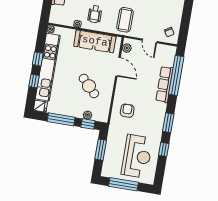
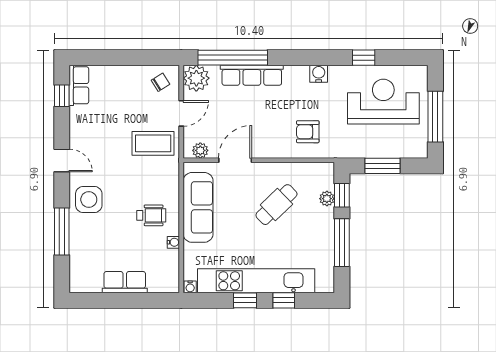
coffee table: (125, 20) -> (153, 143), moved
plant: (168, 53) -> (196, 78), added
fridge: (40, 106) -> (325, 282), removed
water cooler: (159, 122) -> (319, 74), added
window: (168, 123) -> (316, 58), removed

